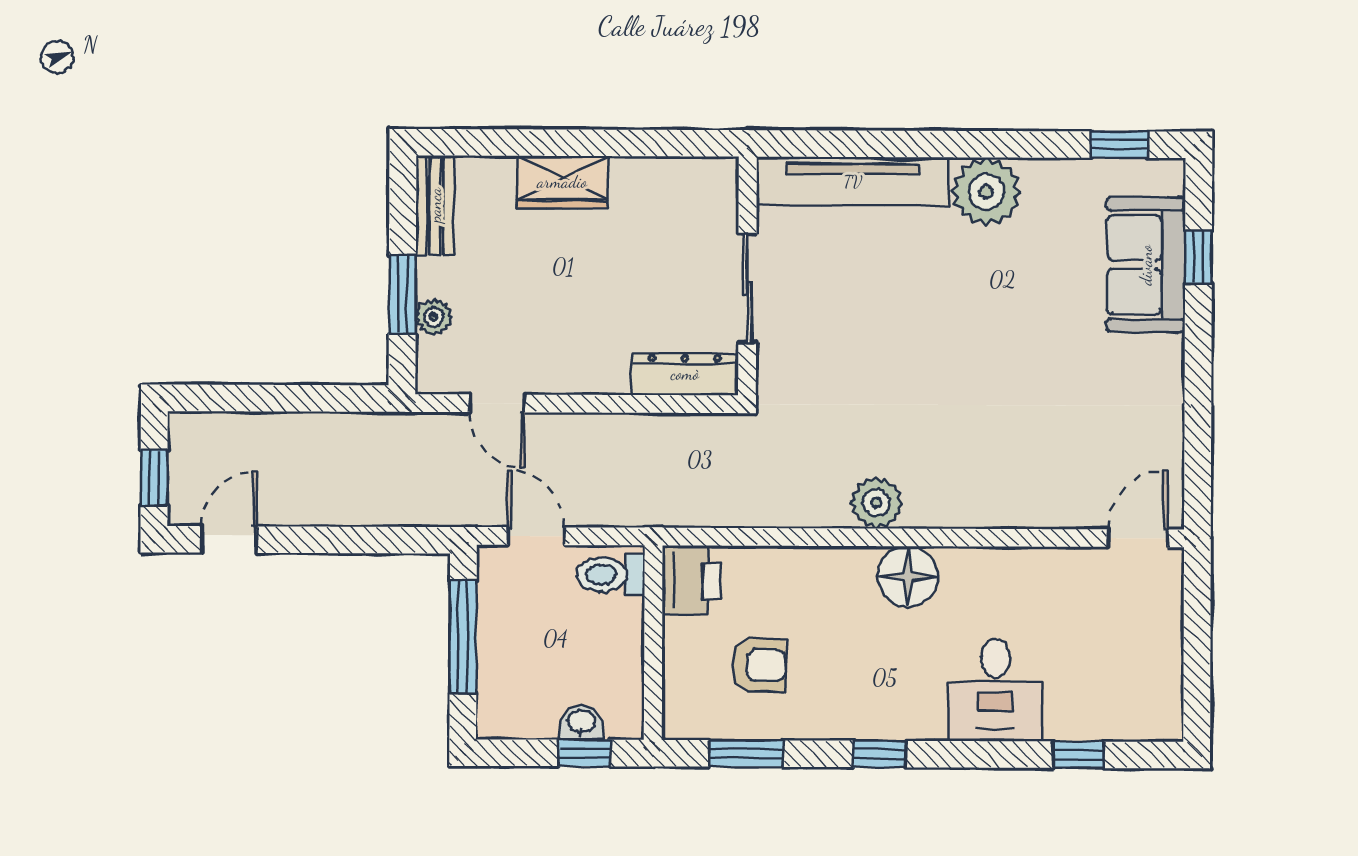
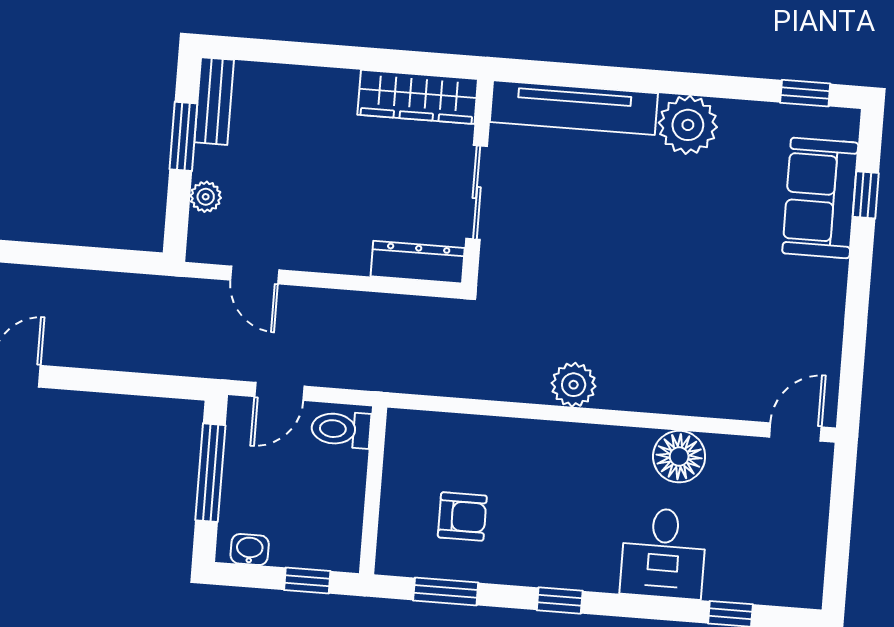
wardrobe: (562, 182) -> (418, 97), moved, width x1.50
window: (402, 295) -> (183, 136), moved
door: (536, 536) -> (279, 391), swing flipped
floor lamp: (908, 576) -> (679, 457), moved
printer: (691, 580) -> (410, 439), removed
washbasin: (581, 722) -> (250, 550), moved

